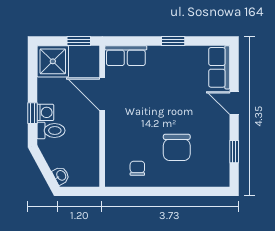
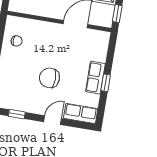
row of seats: (126, 56) -> (95, 78), moved
chair: (177, 147) -> (49, 78), moved

